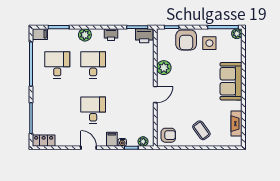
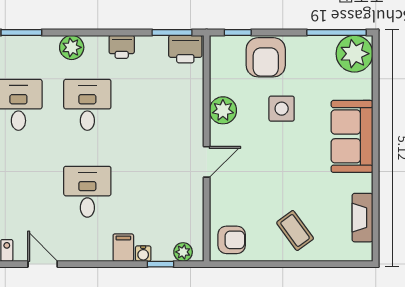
plant: (237, 34) -> (354, 54), width x1.87, depth x1.87
side table: (209, 43) -> (282, 109), moved
door: (89, 148) -> (43, 264), moved

